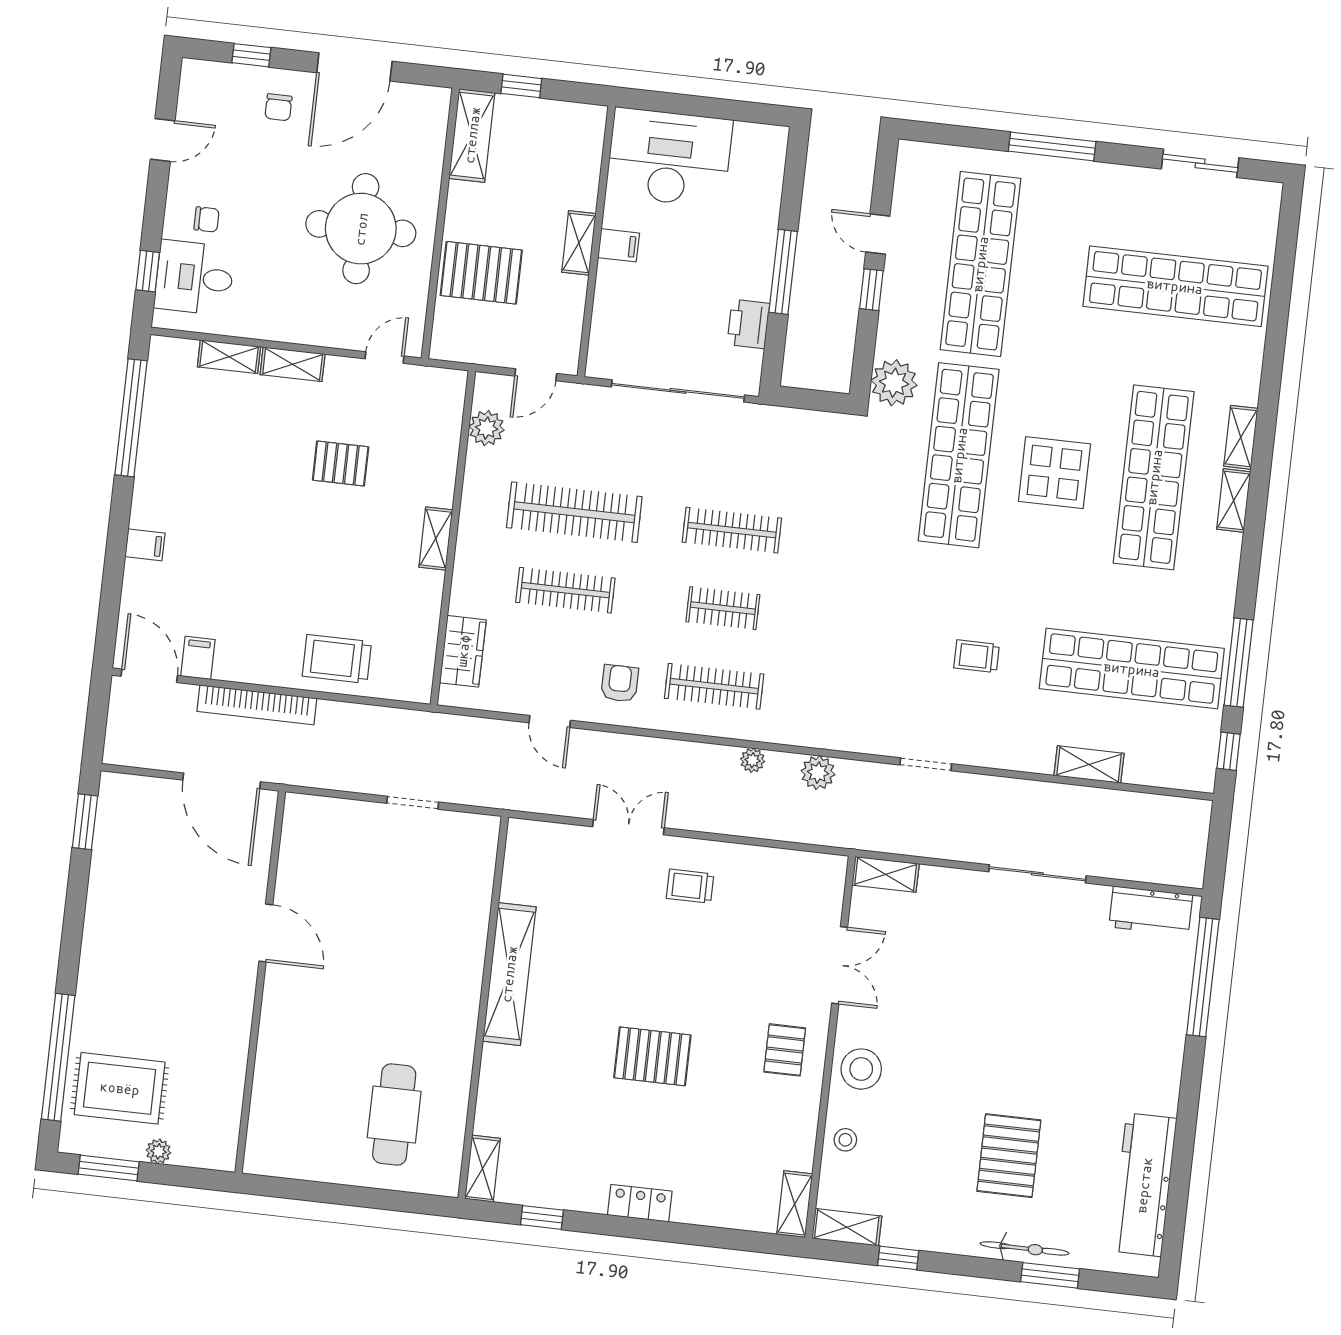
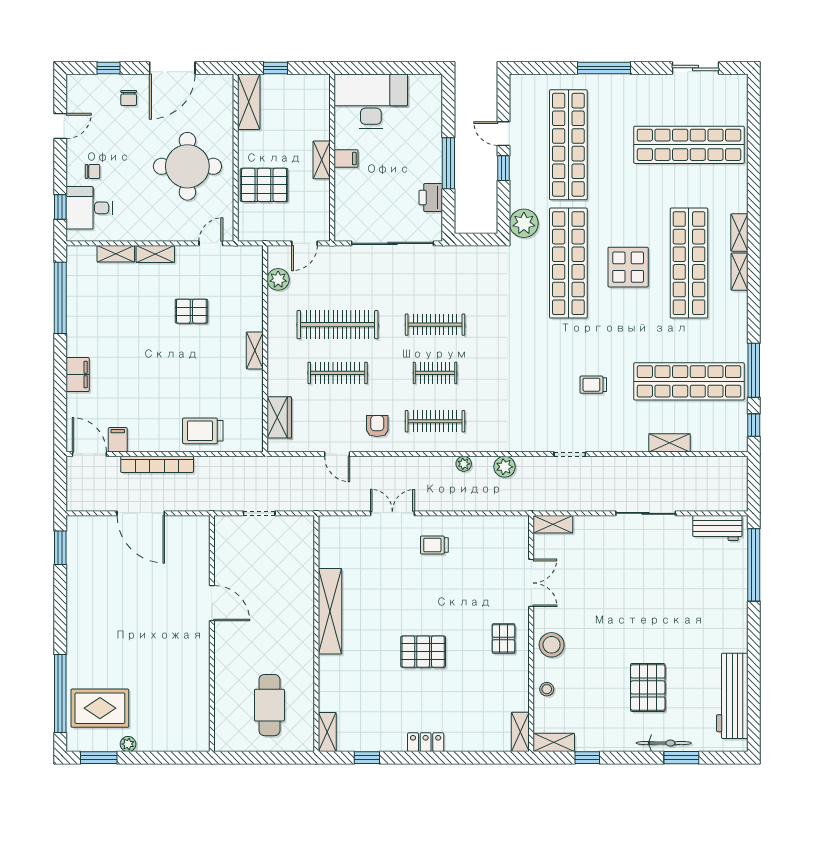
filing cabinet: (145, 545) -> (78, 375), width x2.00
door: (266, 933) -> (212, 603), moved
wall: (260, 982) -> (212, 634), moved

